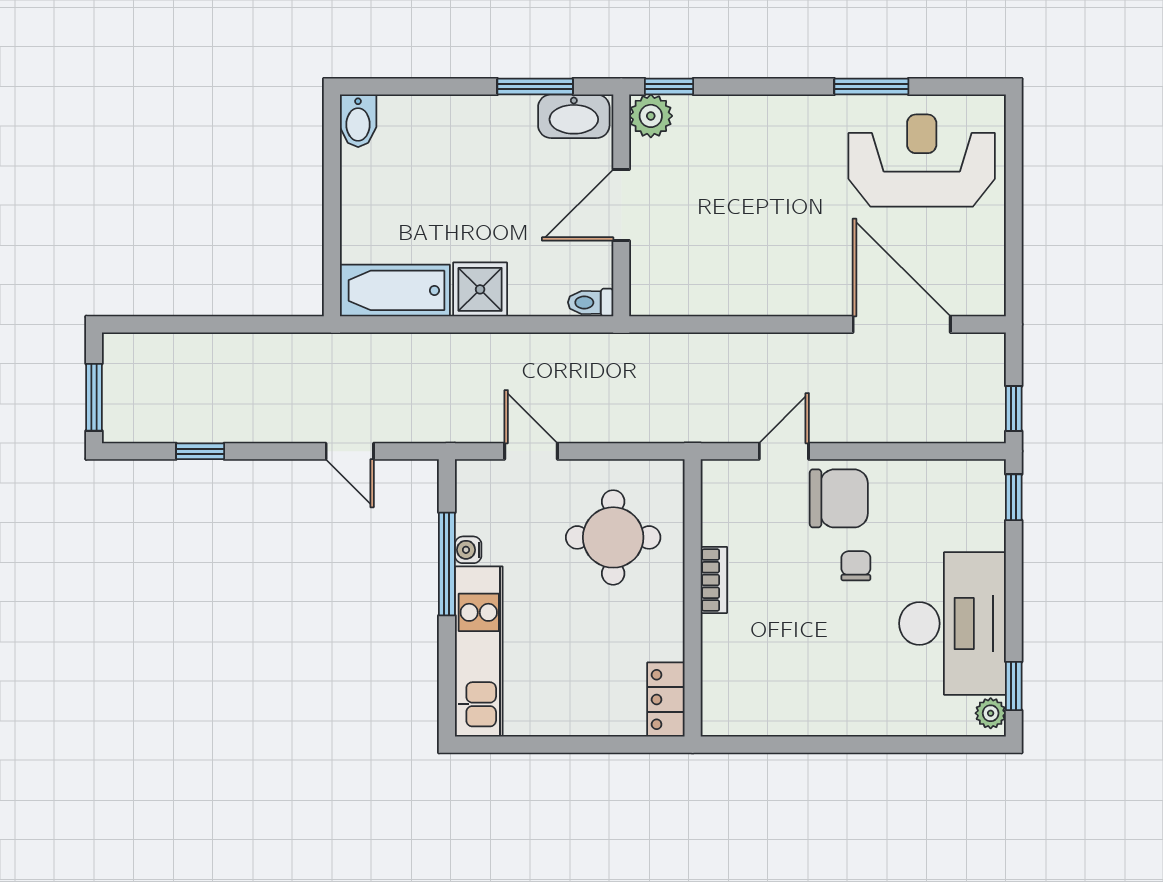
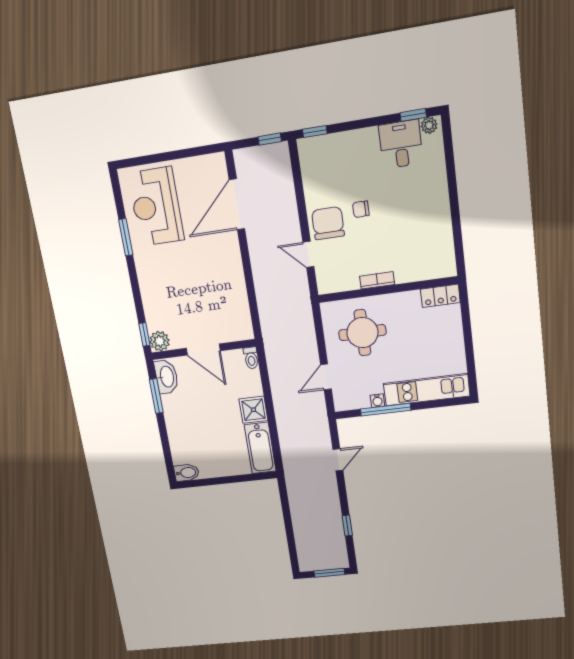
desk: (952, 623) -> (401, 144), width x0.53, depth x0.77

